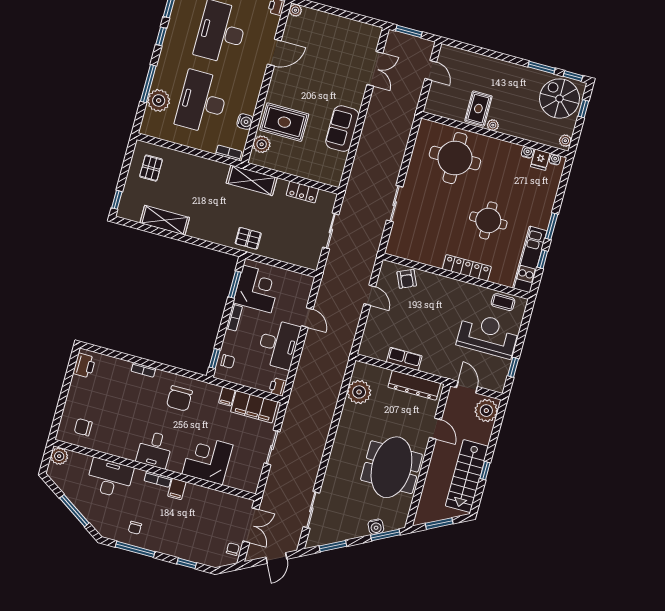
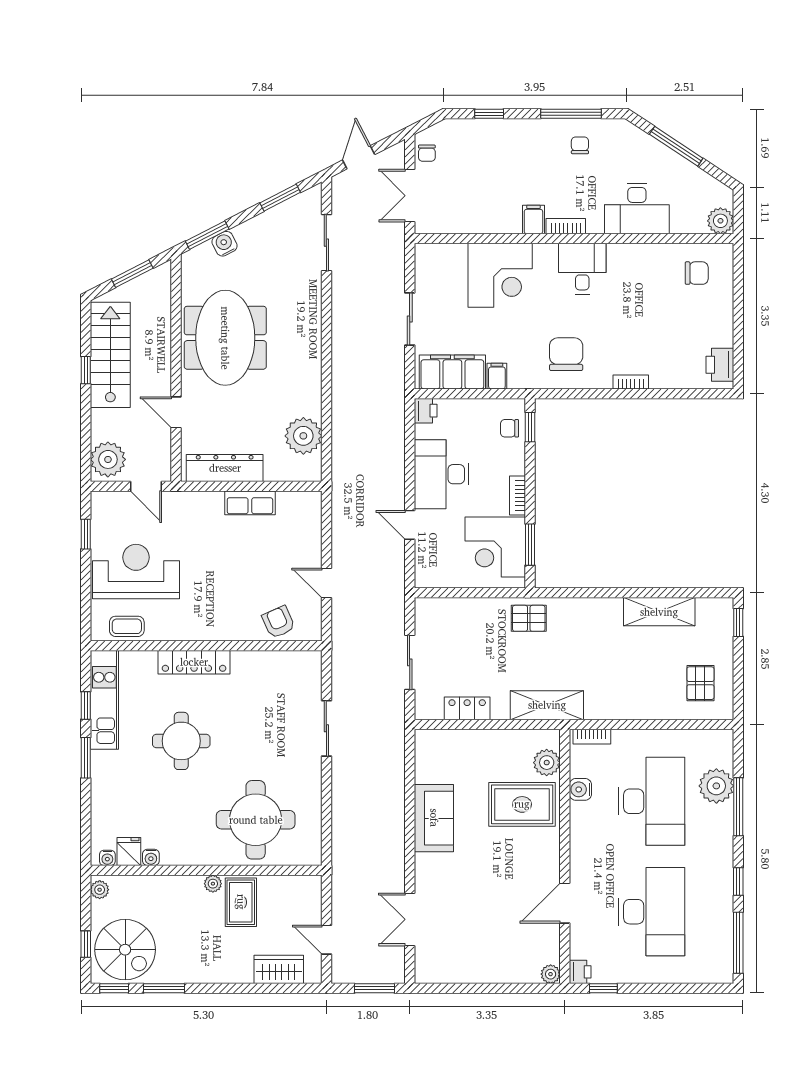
wardrobe: (466, 60) -> (279, 969), added
reception desk: (488, 335) -> (136, 572), turned 180

